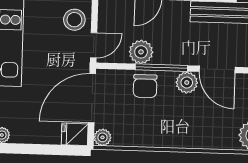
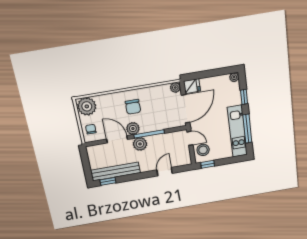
door: (94, 45) -> (190, 138), swing flipped
plant: (141, 52) -> (140, 144), moved
chair: (145, 86) -> (133, 107), moved, turned 180

